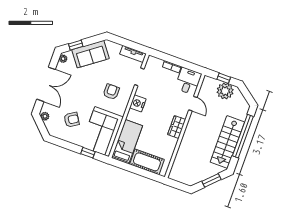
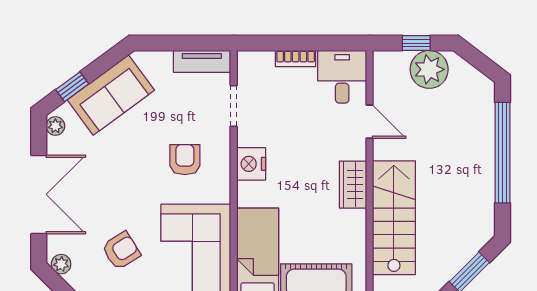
stairs: (227, 142) -> (394, 218), moved, turned 180

